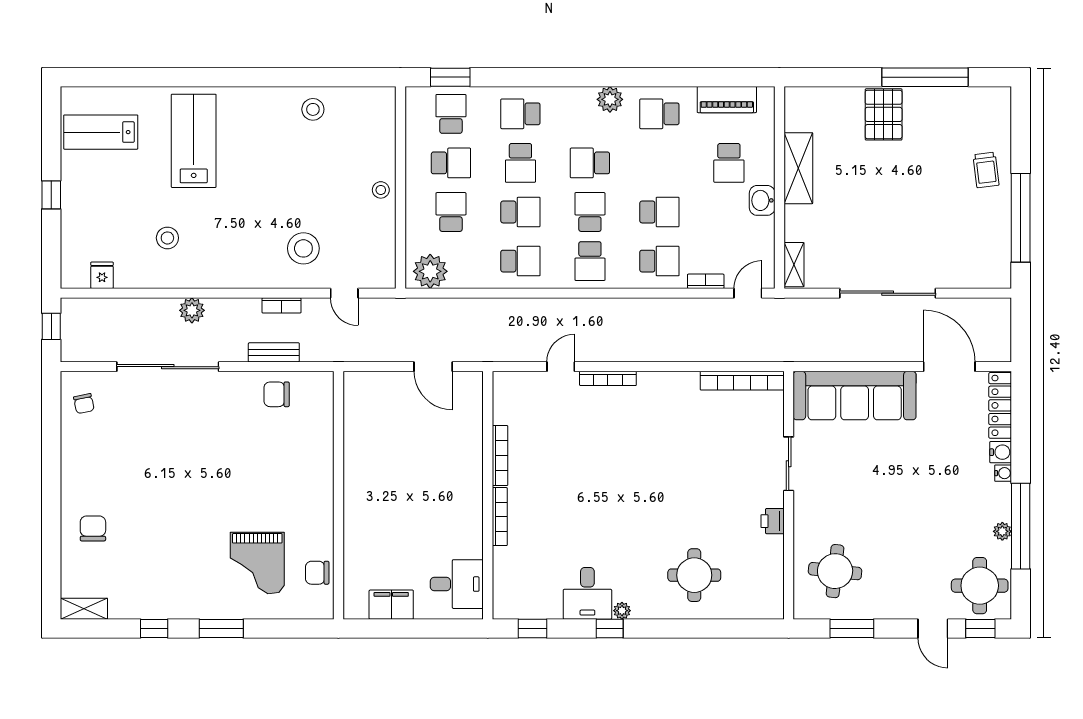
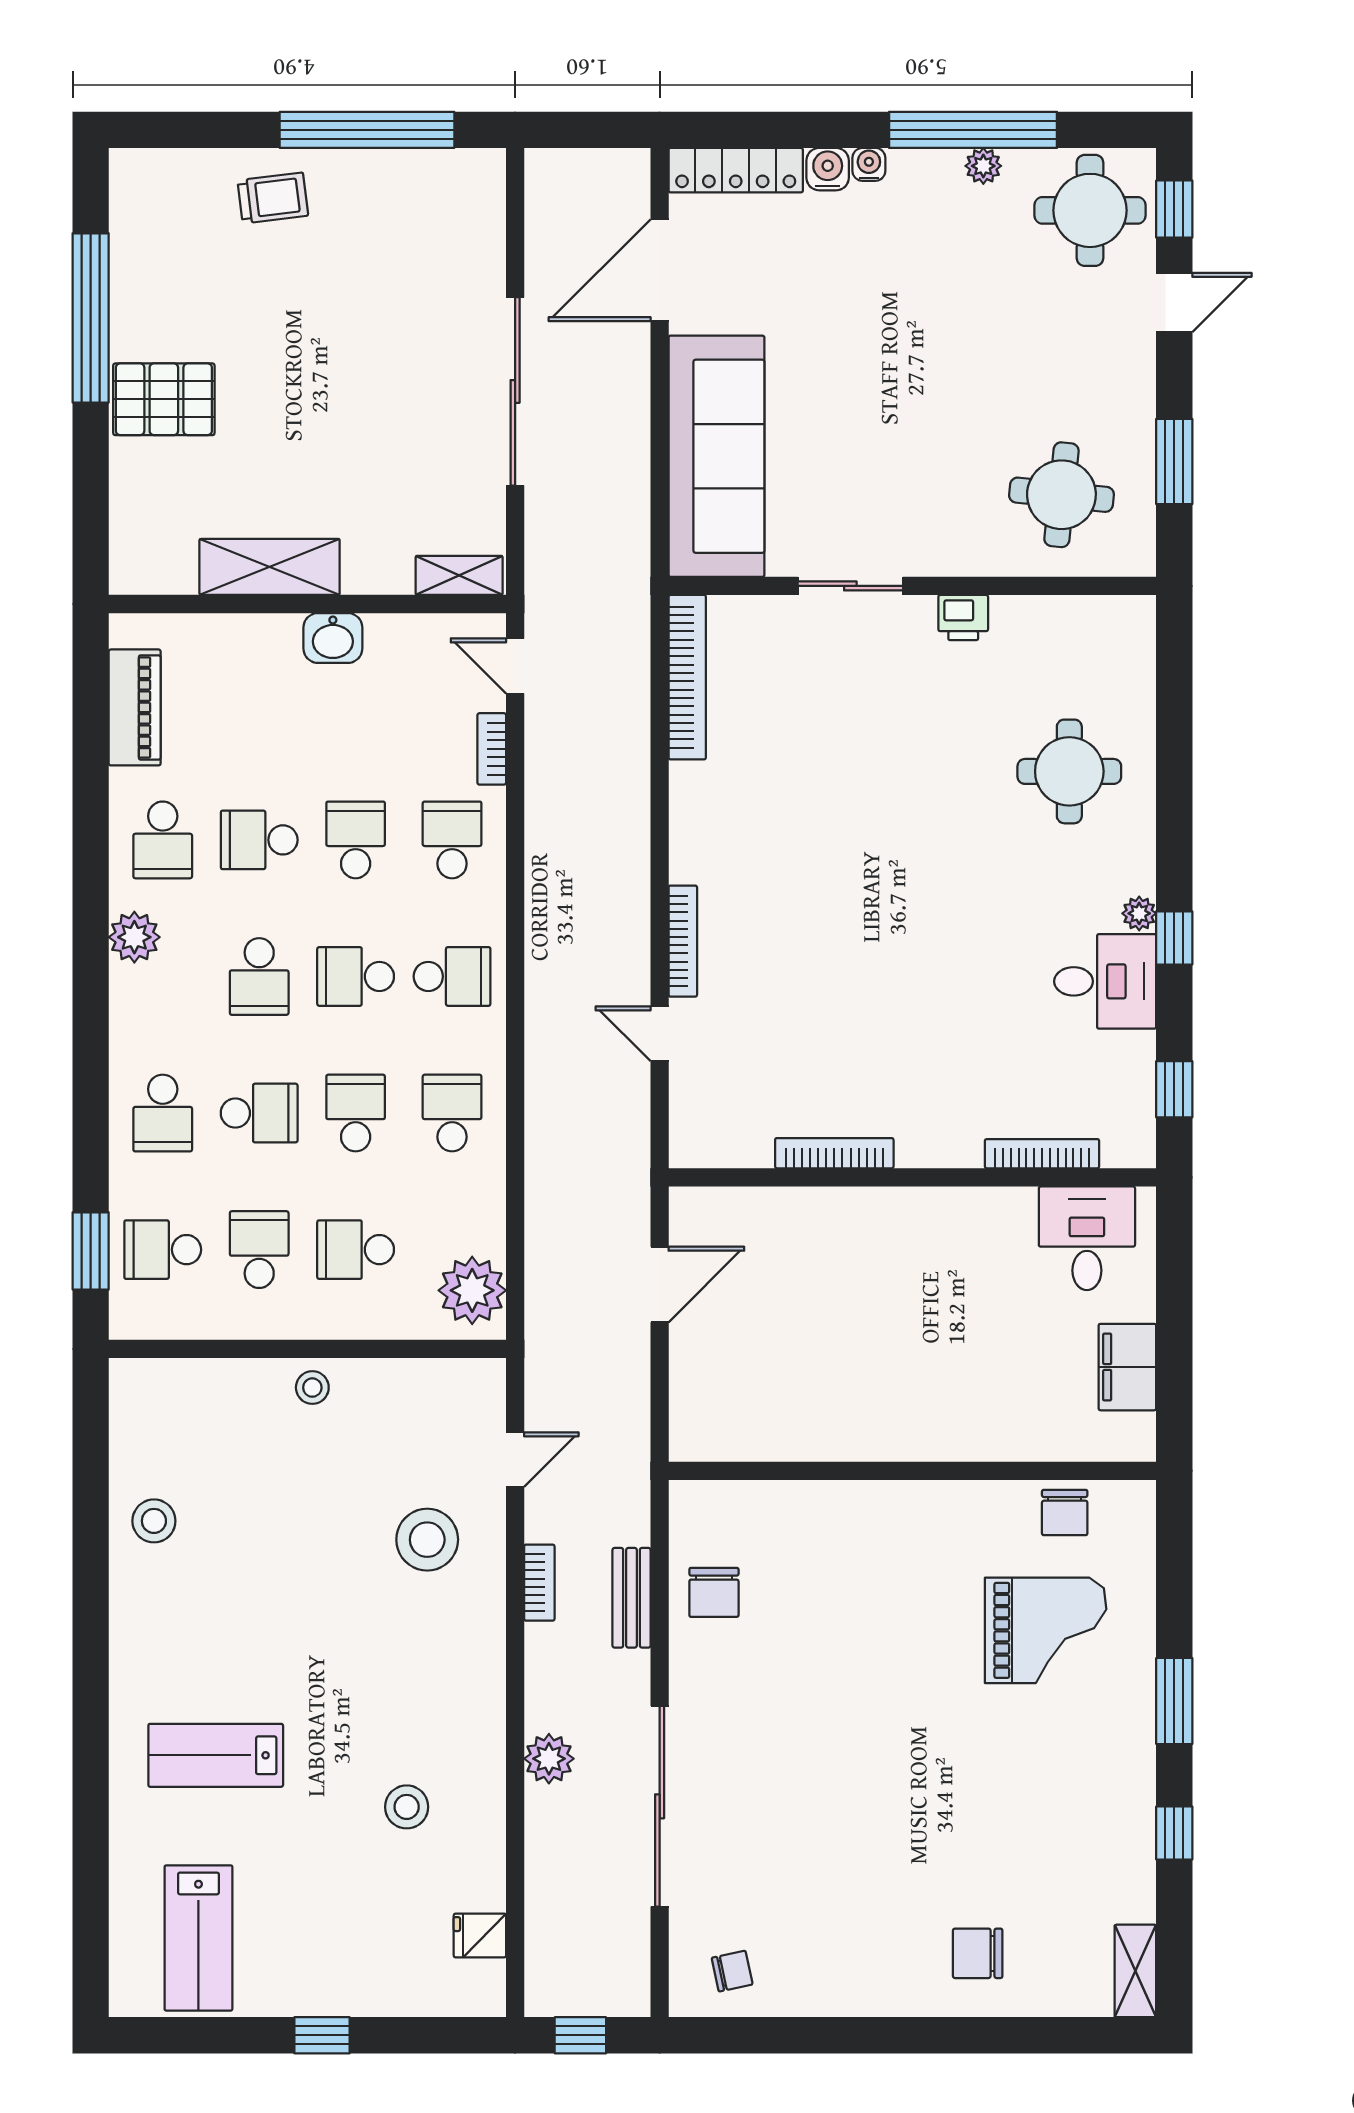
lab bench: (194, 141) -> (216, 1755), width x0.73, depth x0.72
school desk: (729, 163) -> (259, 840), moved, turned 180
bookcase: (500, 517) -> (1042, 1154), moved

